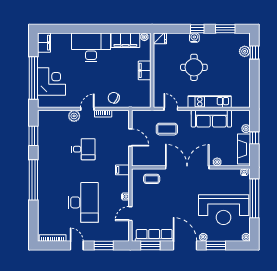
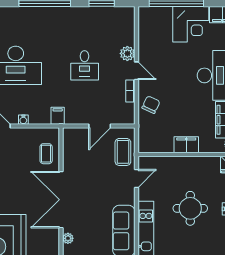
corner desk: (51, 81) -> (191, 24), moved
coffee table: (167, 129) -> (123, 152), moved
double door: (187, 167) -> (61, 200), swing flipped

